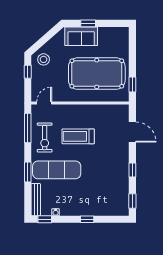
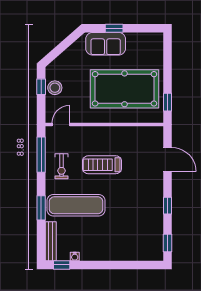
stool: (44, 59) -> (55, 88), moved
exercise bike: (45, 138) -> (62, 166), width x0.73, depth x0.72
window: (87, 219) -> (113, 265), removed

